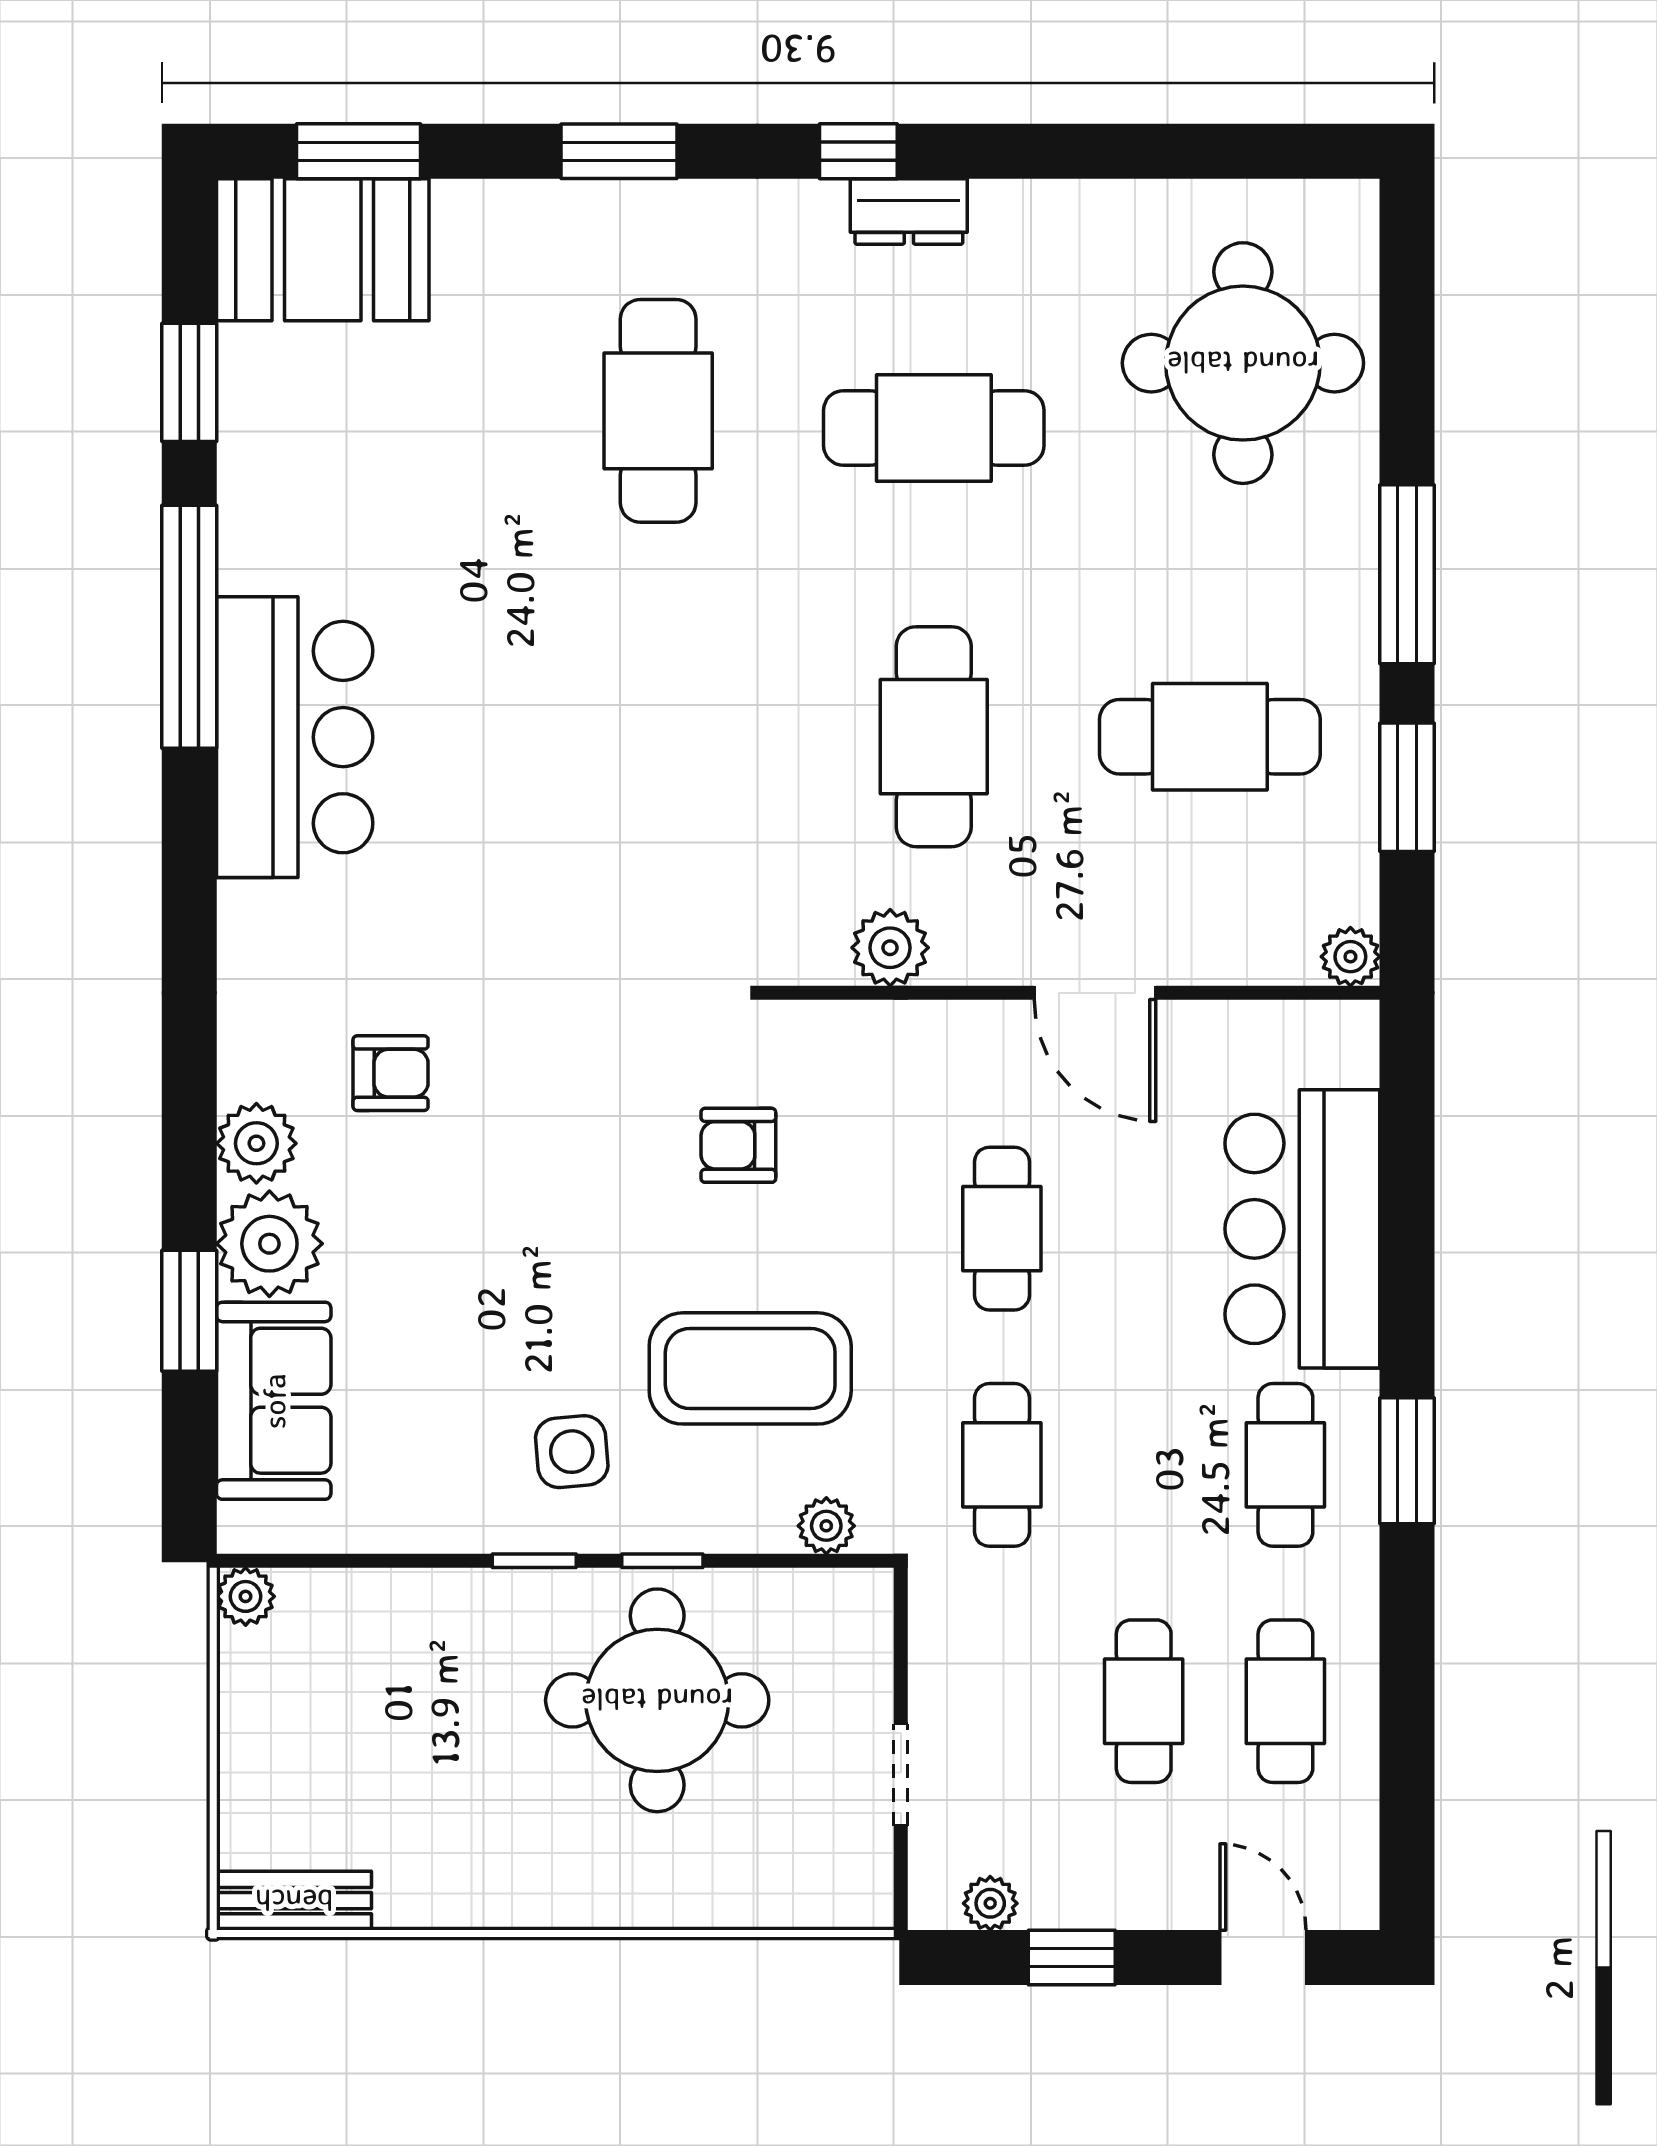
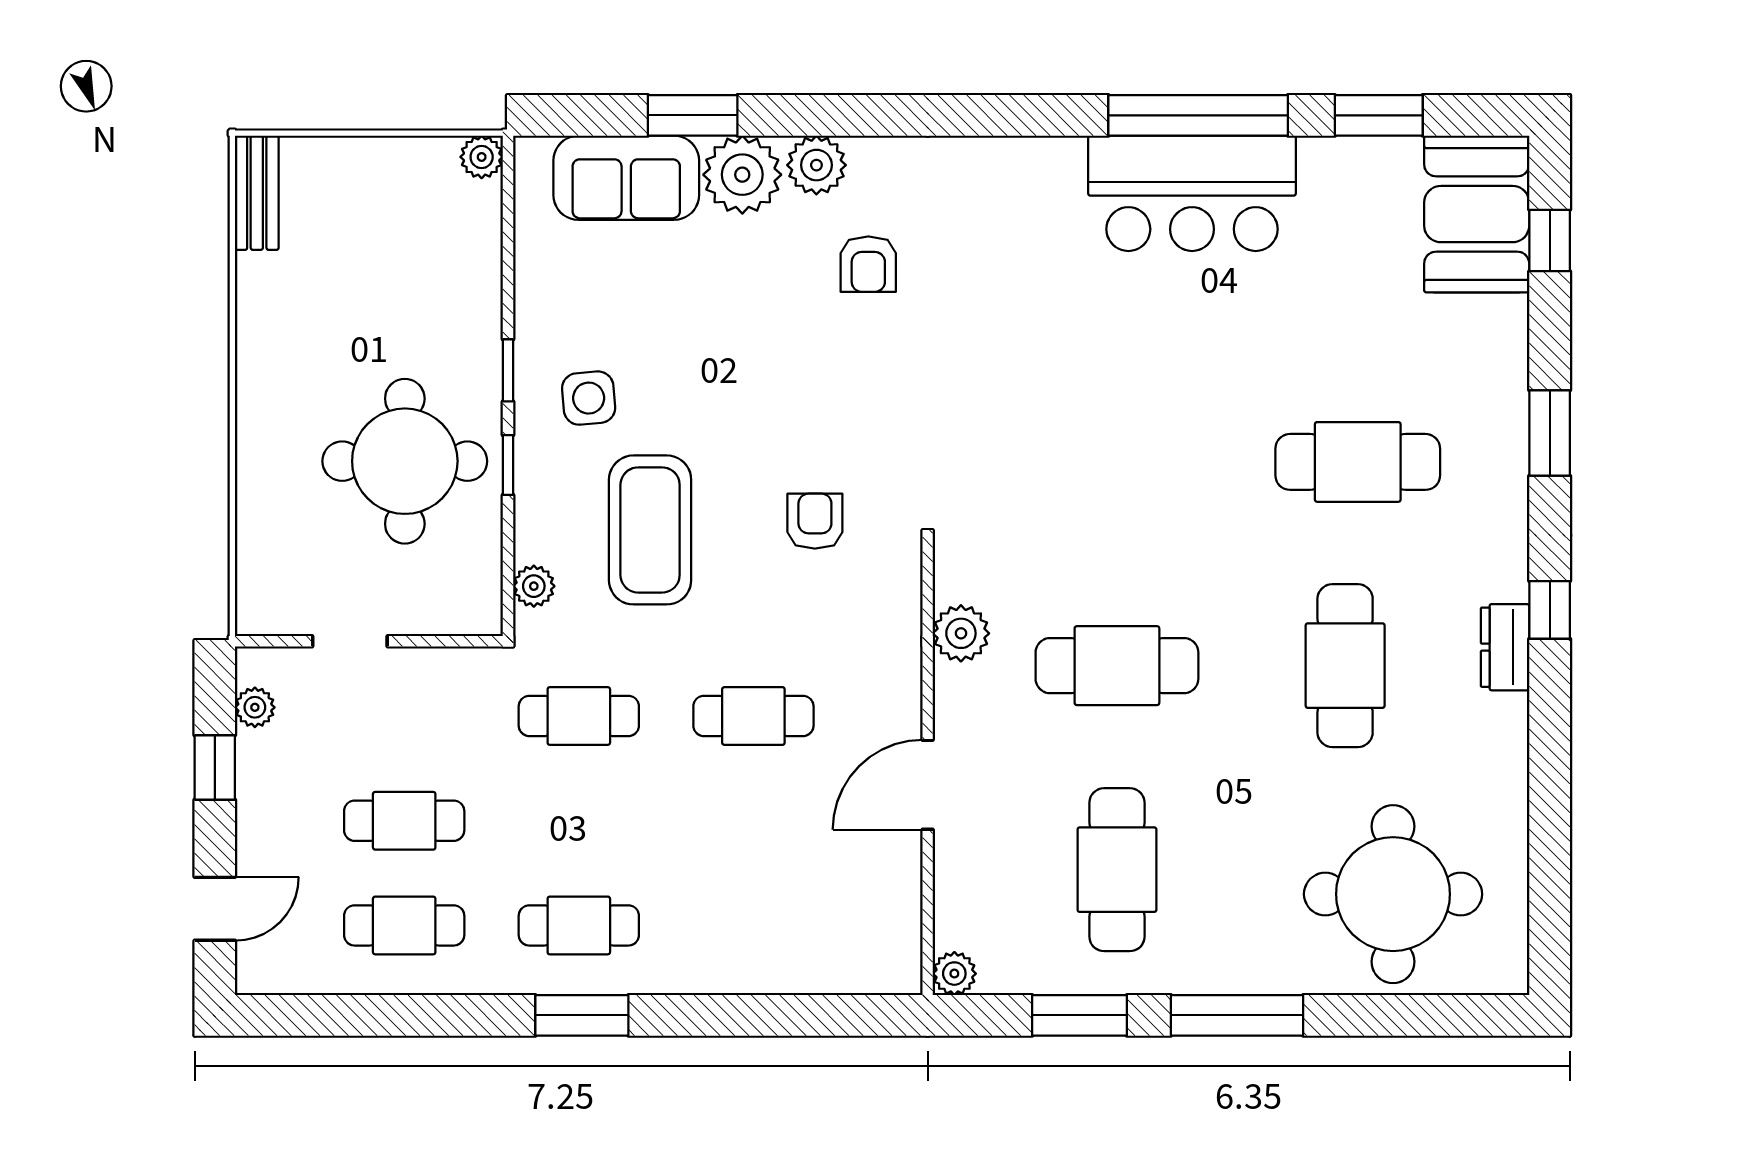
window: (358, 151) -> (1550, 240), width x0.67
bar counter: (295, 737) -> (1192, 193), moved
bar counter: (1302, 1229) -> (753, 938), removed

